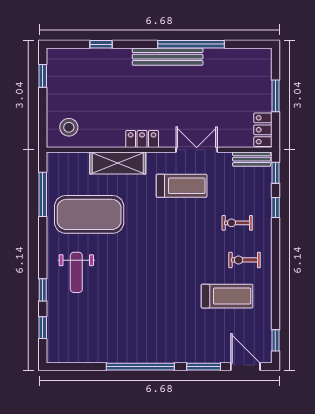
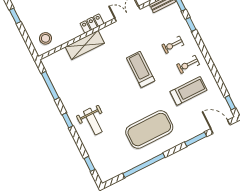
treadmill: (182, 186) -> (141, 69), moved, turned -90
exercise mat: (89, 214) -> (149, 130), moved
window: (43, 290) -> (68, 120), moved
window: (140, 367) -> (144, 165), moved

